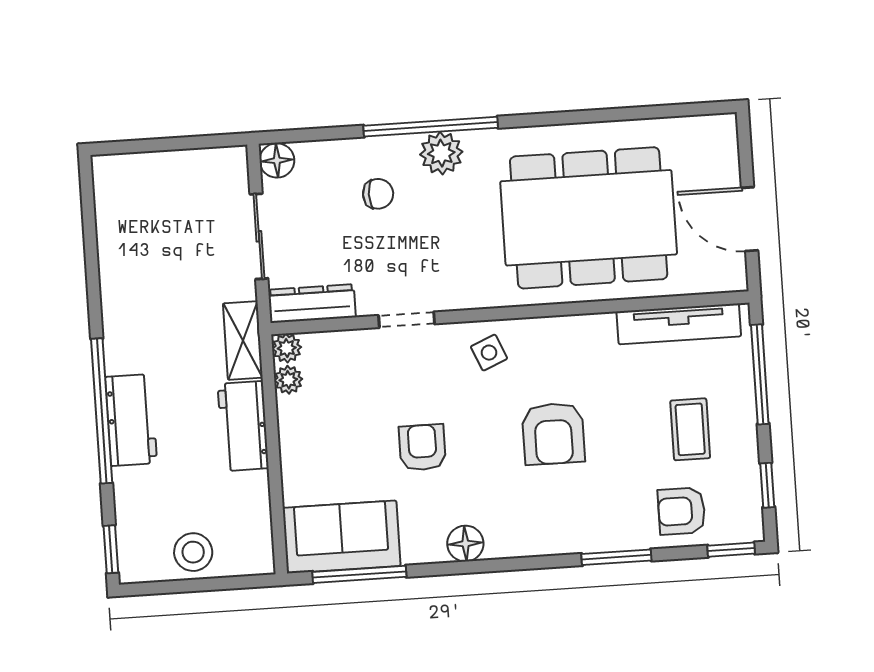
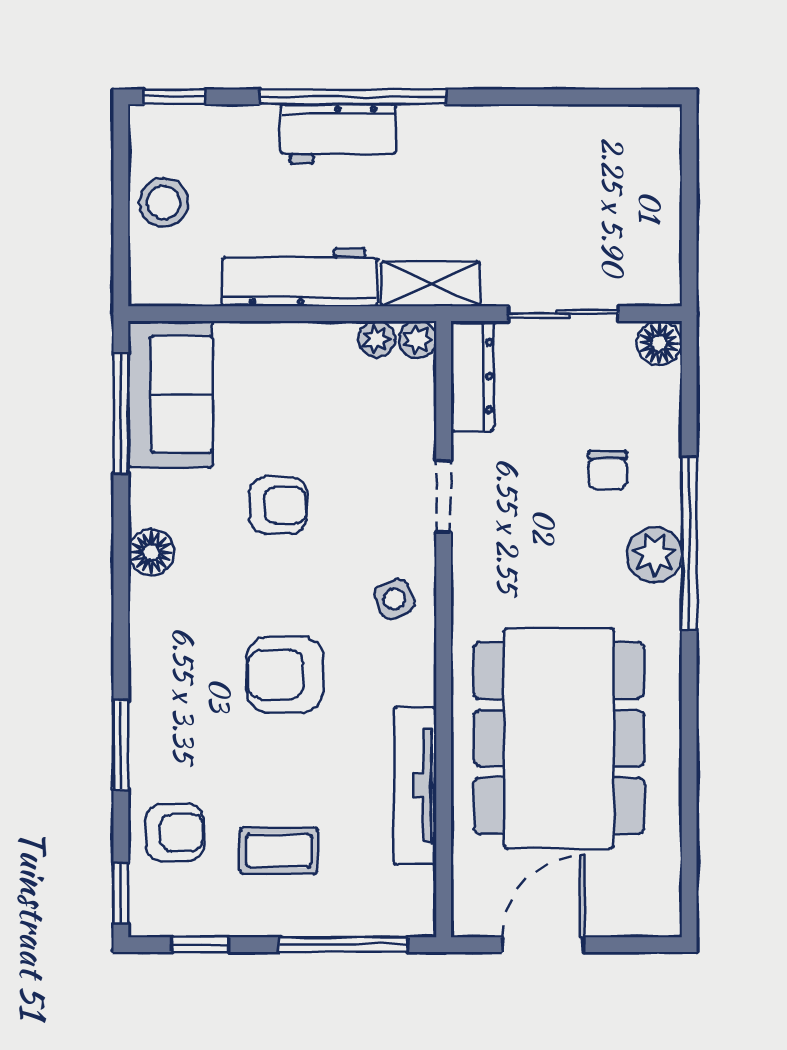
tv unit: (679, 324) -> (415, 786), moved
workbench: (243, 426) -> (300, 277), width x1.38
armchair: (682, 511) -> (175, 833), turned 90

